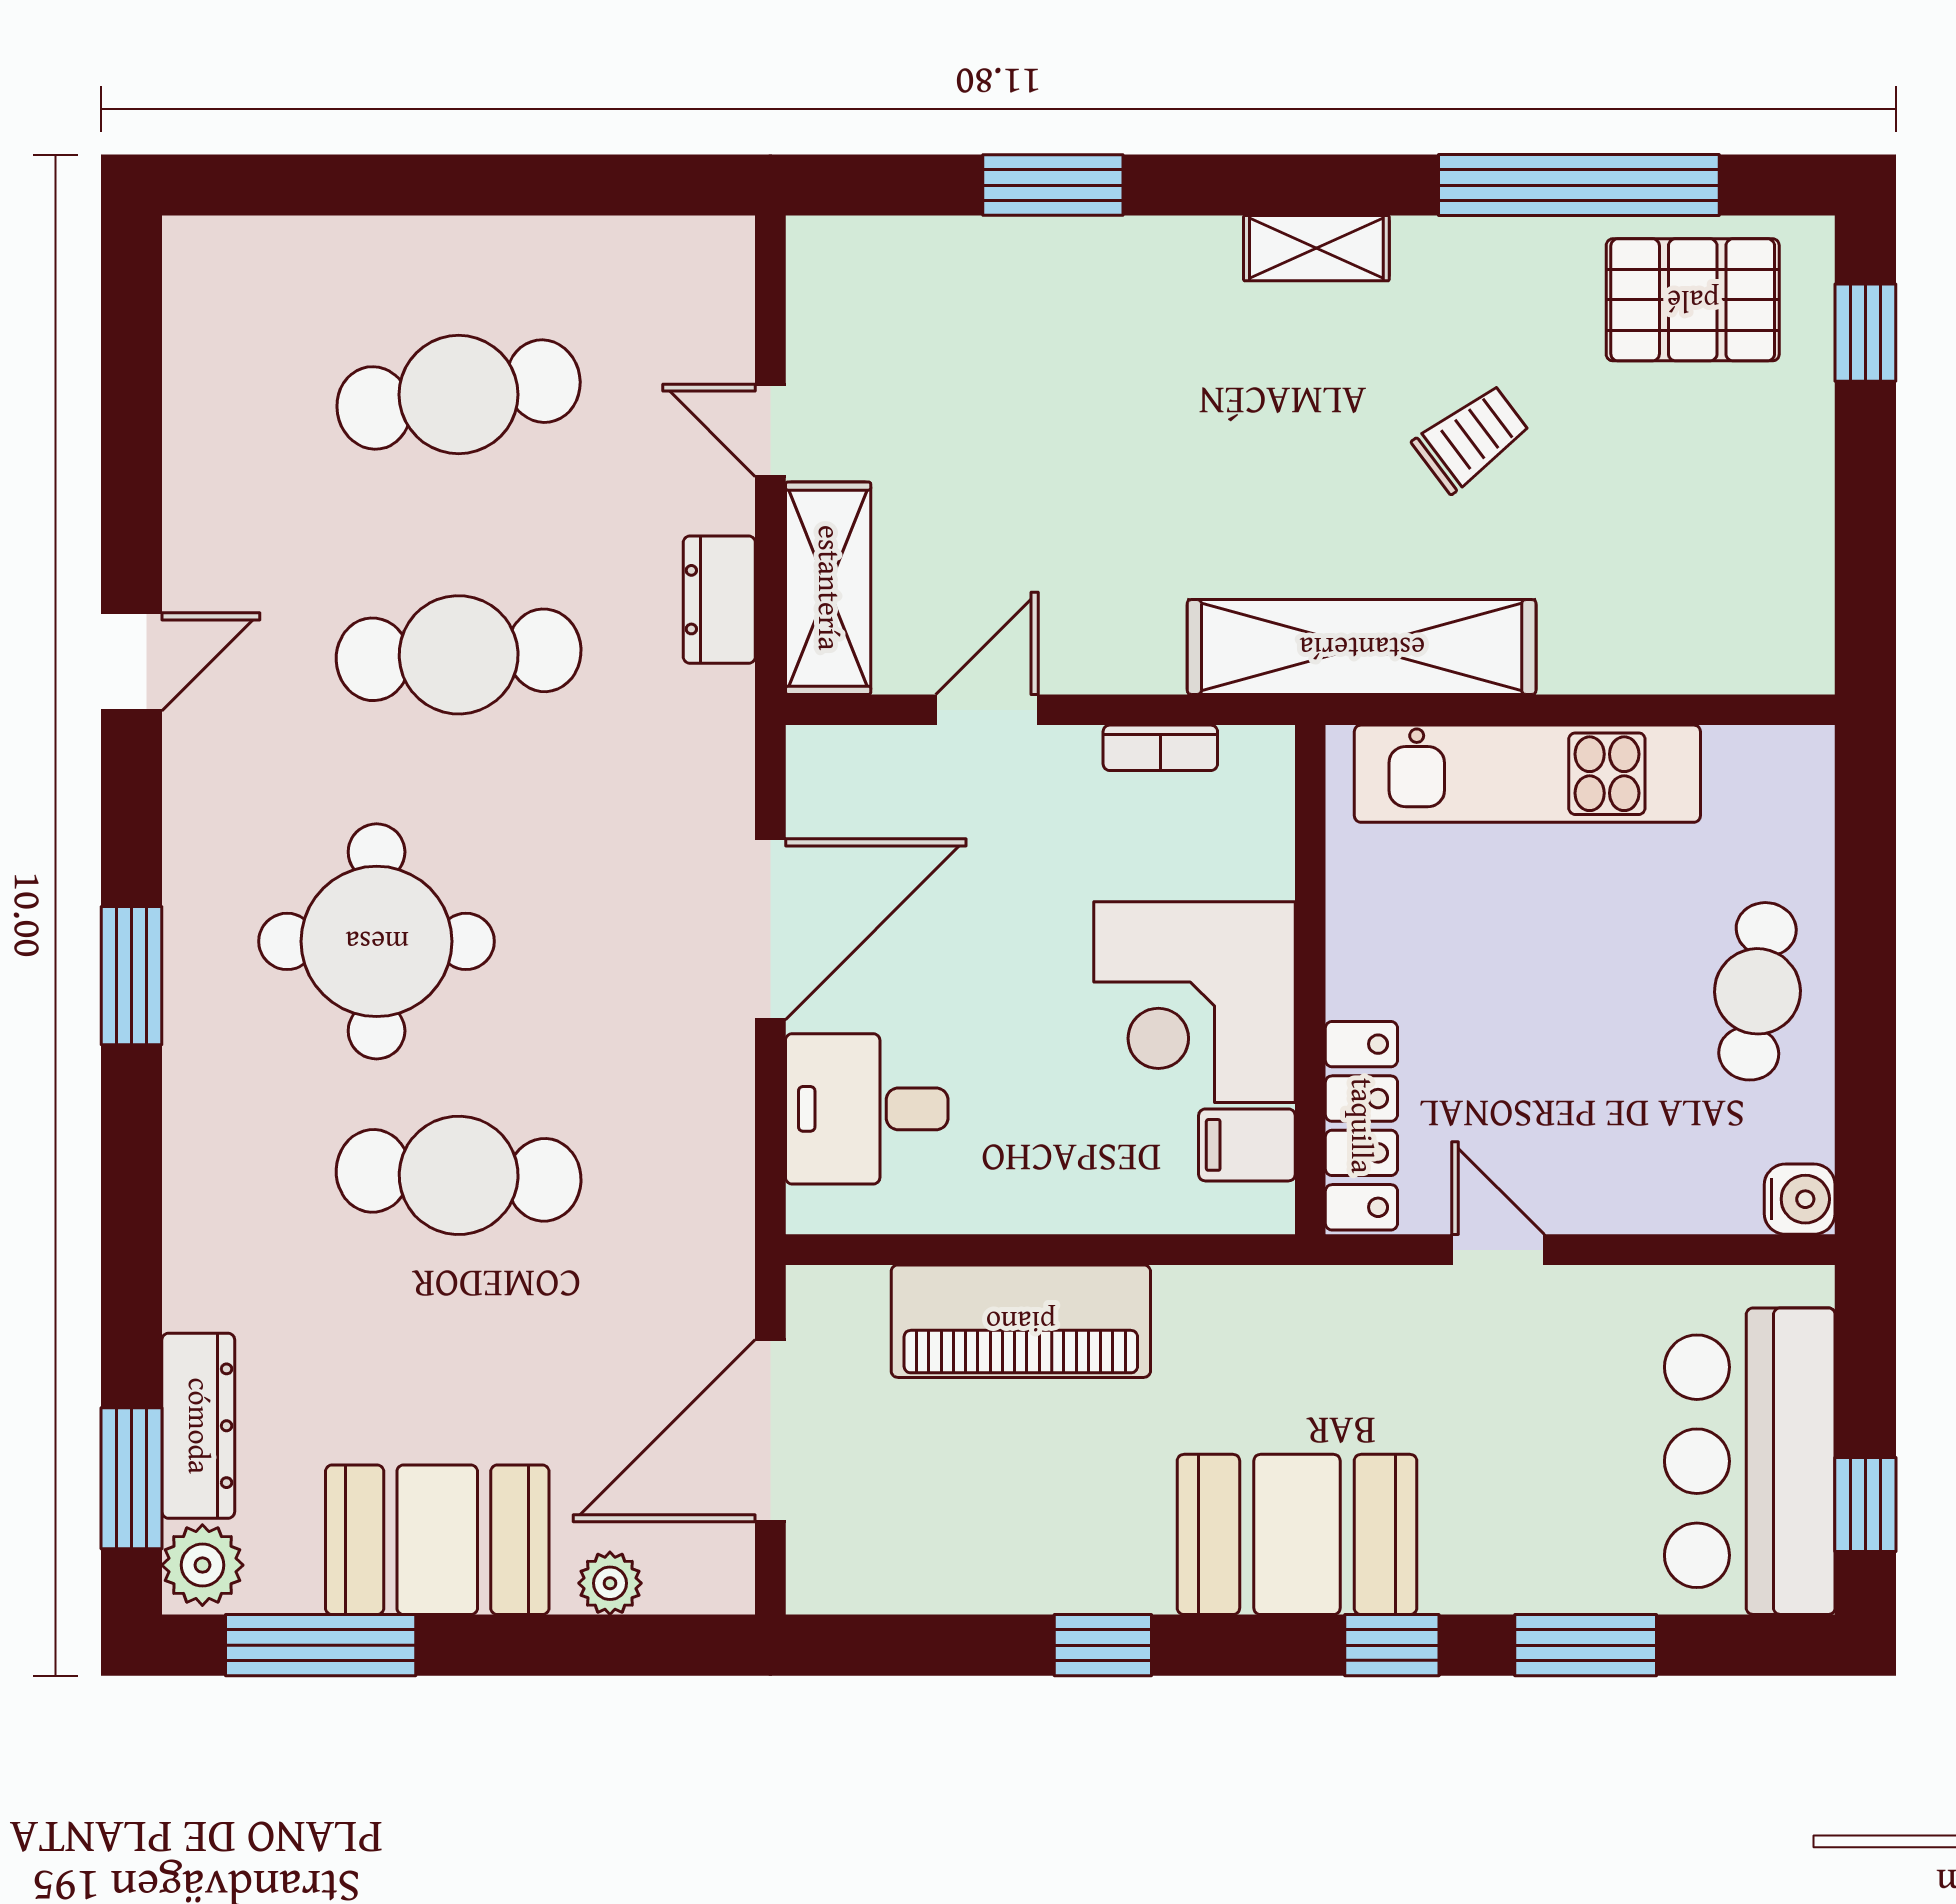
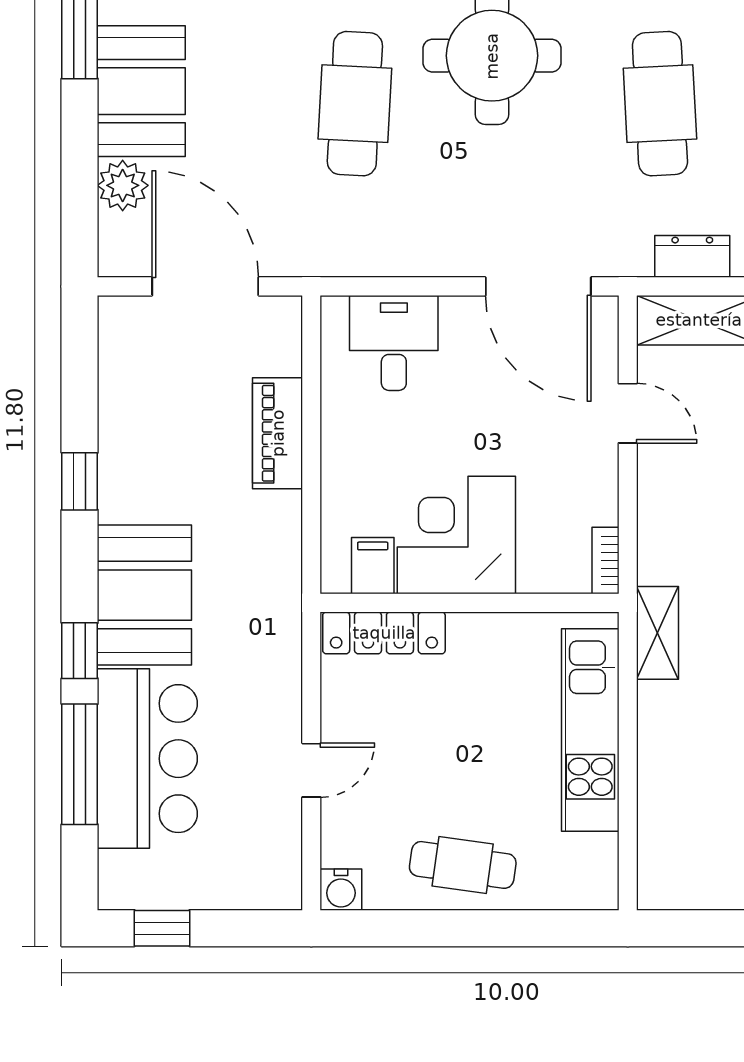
shelving: (1362, 647) -> (658, 633), width x0.45, depth x0.75
bookcase: (1160, 748) -> (605, 560), moved
door: (770, 929) -> (538, 286), moved
door: (1498, 1250) -> (311, 770), moved
piano: (1021, 1321) -> (278, 433), width x0.73, depth x0.75
bar counter: (1750, 1461) -> (147, 759), moved, turned 90
plant: (610, 1583) -> (123, 185), width x1.38, depth x1.38
window: (1586, 1645) -> (80, 764), width x1.44

